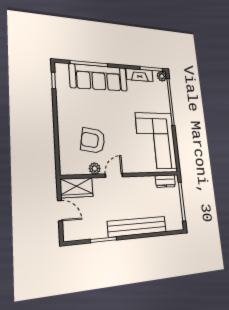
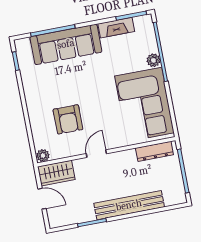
plant: (162, 76) -> (153, 60), moved
armchair: (93, 141) -> (68, 119), turned -100
plant: (95, 169) -> (43, 156), moved
dresser: (165, 181) -> (154, 151), width x1.44

